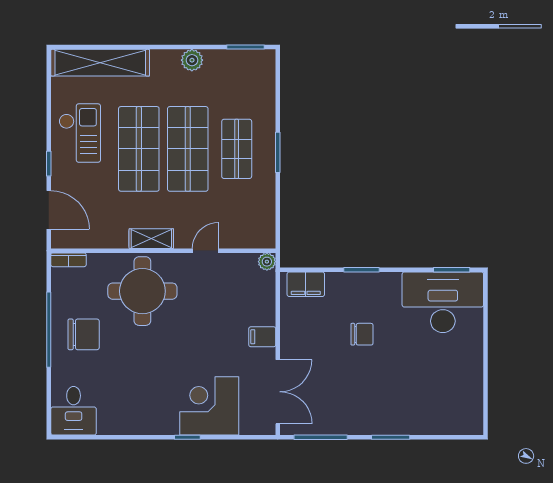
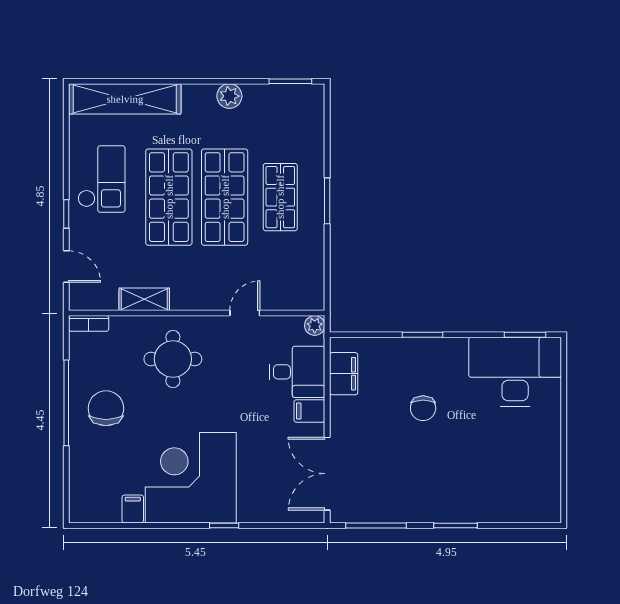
door: (49, 210) -> (66, 267), width x0.73
shelving: (151, 239) -> (144, 299), moved
filing cabinet: (306, 284) -> (344, 374), moved, turned -90
round table: (142, 291) -> (173, 359), width x0.73, depth x0.73
chair: (84, 334) -> (106, 408), turned -90
chair: (362, 334) -> (423, 408), turned 90
double door: (278, 392) -> (327, 474), swing flipped
corner desk: (209, 406) -> (191, 478), moved, width x1.36, depth x1.36
desk: (74, 411) -> (297, 372), moved, turned -90
filing cabinet: (107, 423) -> (133, 509), added

